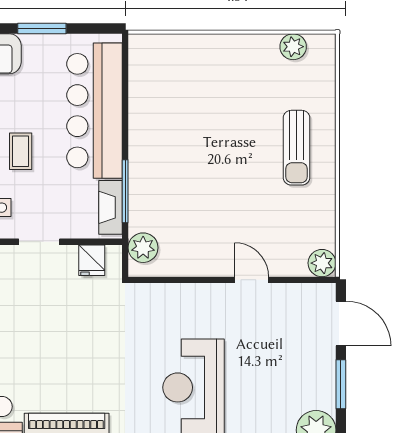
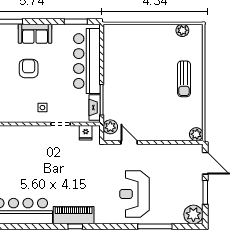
window: (42, 29) -> (76, 22), moved
coffee table: (21, 151) -> (51, 81), removed
door: (252, 280) -> (129, 142), moved

